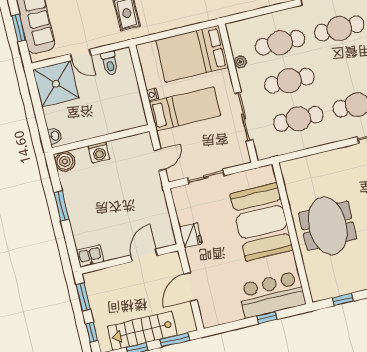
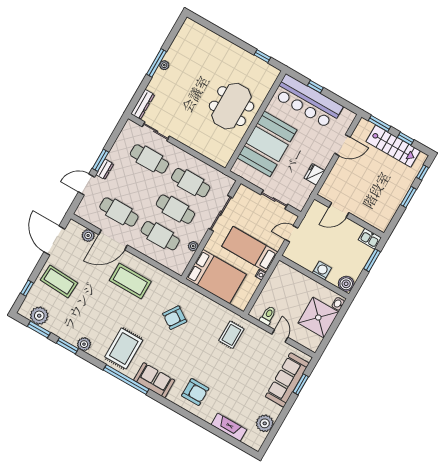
shower: (56, 84) -> (318, 317), moved
door: (144, 255) -> (339, 210), moved
kitchen sink: (90, 256) -> (370, 239), moved
wall: (129, 259) -> (349, 216), moved
bar counter: (272, 295) -> (308, 102), width x1.36

